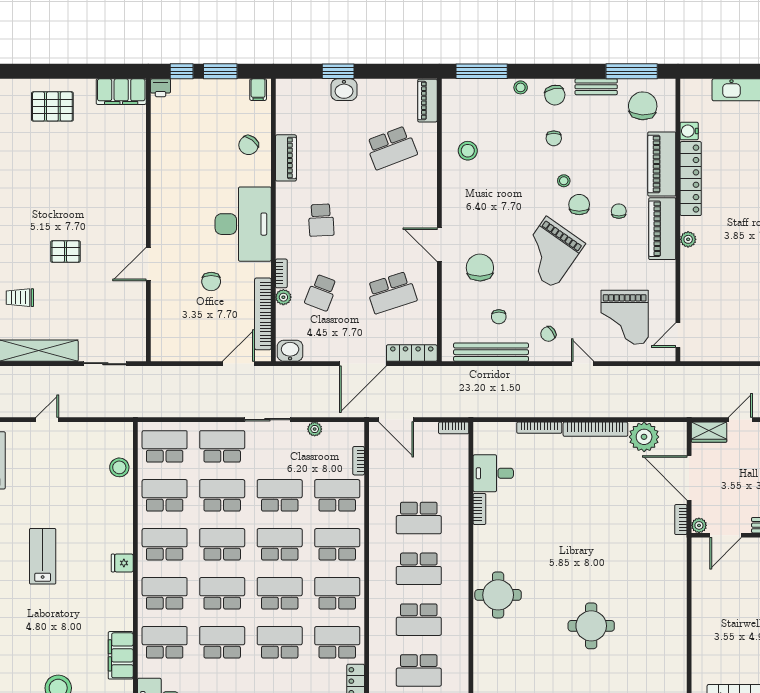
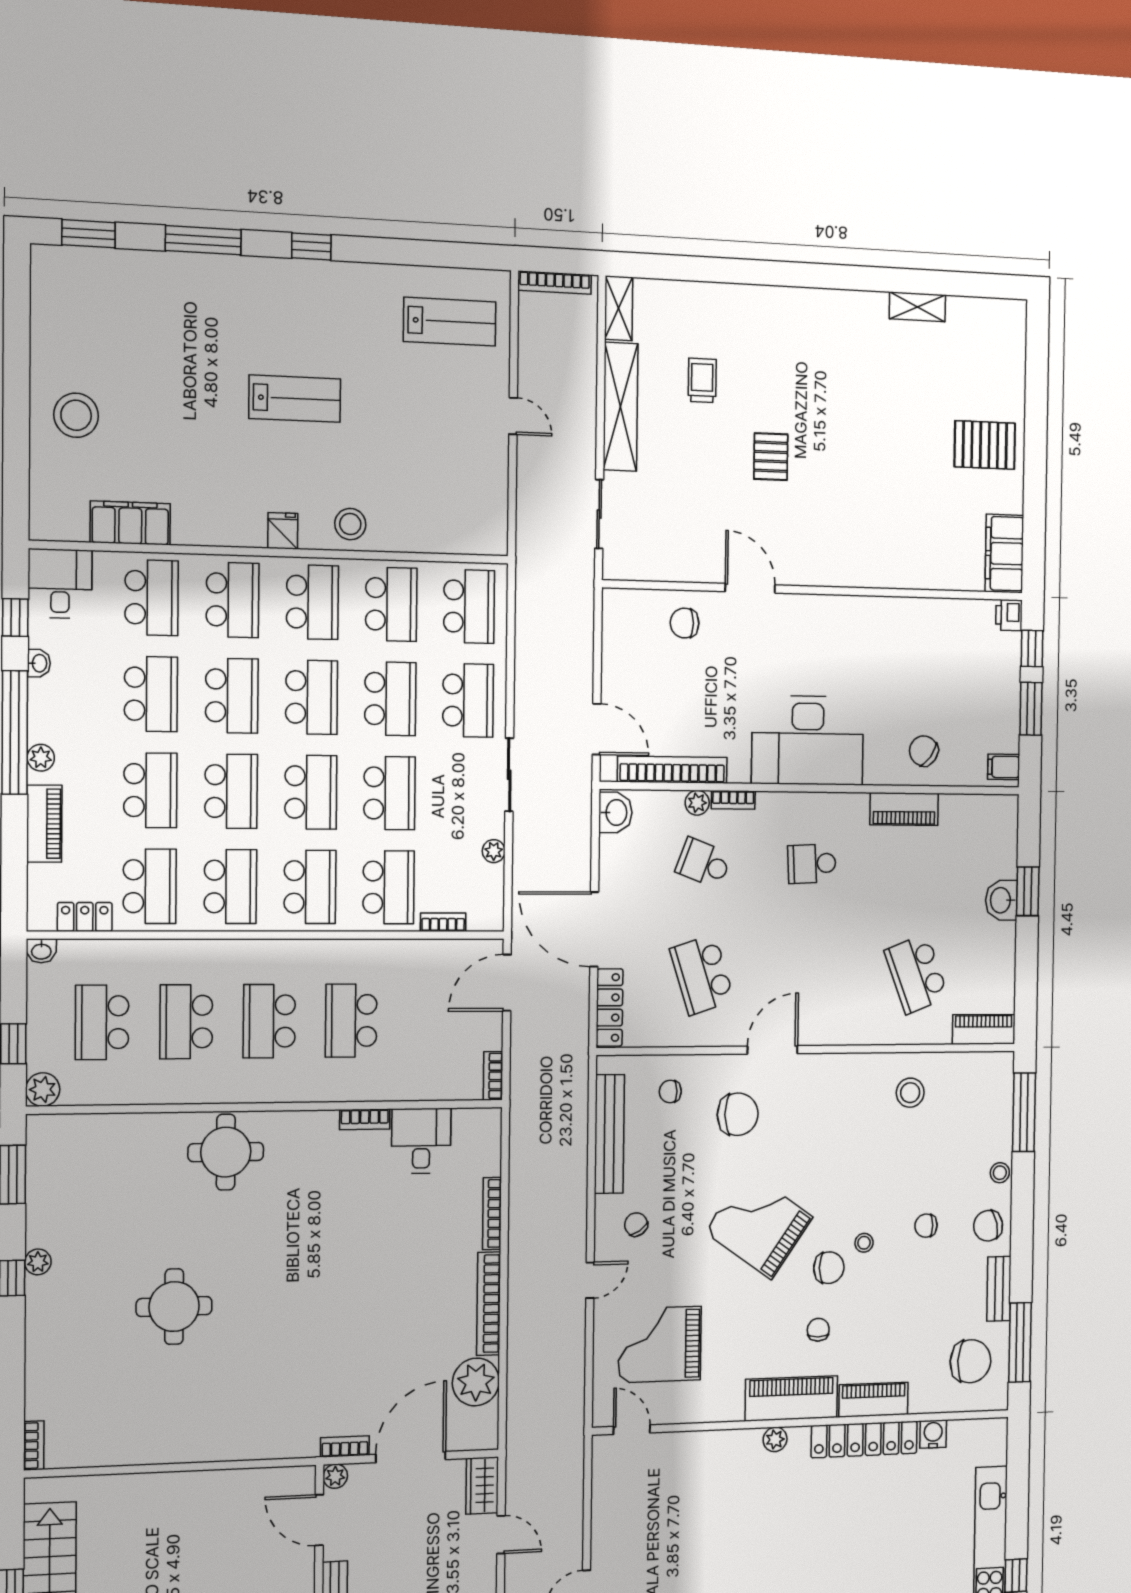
pallet: (52, 106) -> (985, 445), turned 90
piano: (662, 164) -> (874, 1400), width x0.73, depth x0.75
chair: (619, 211) -> (818, 1330), turned -90
chair: (211, 282) -> (685, 623), moved
chair: (499, 317) -> (670, 1091), moved
stool: (119, 467) -> (350, 524), moved

